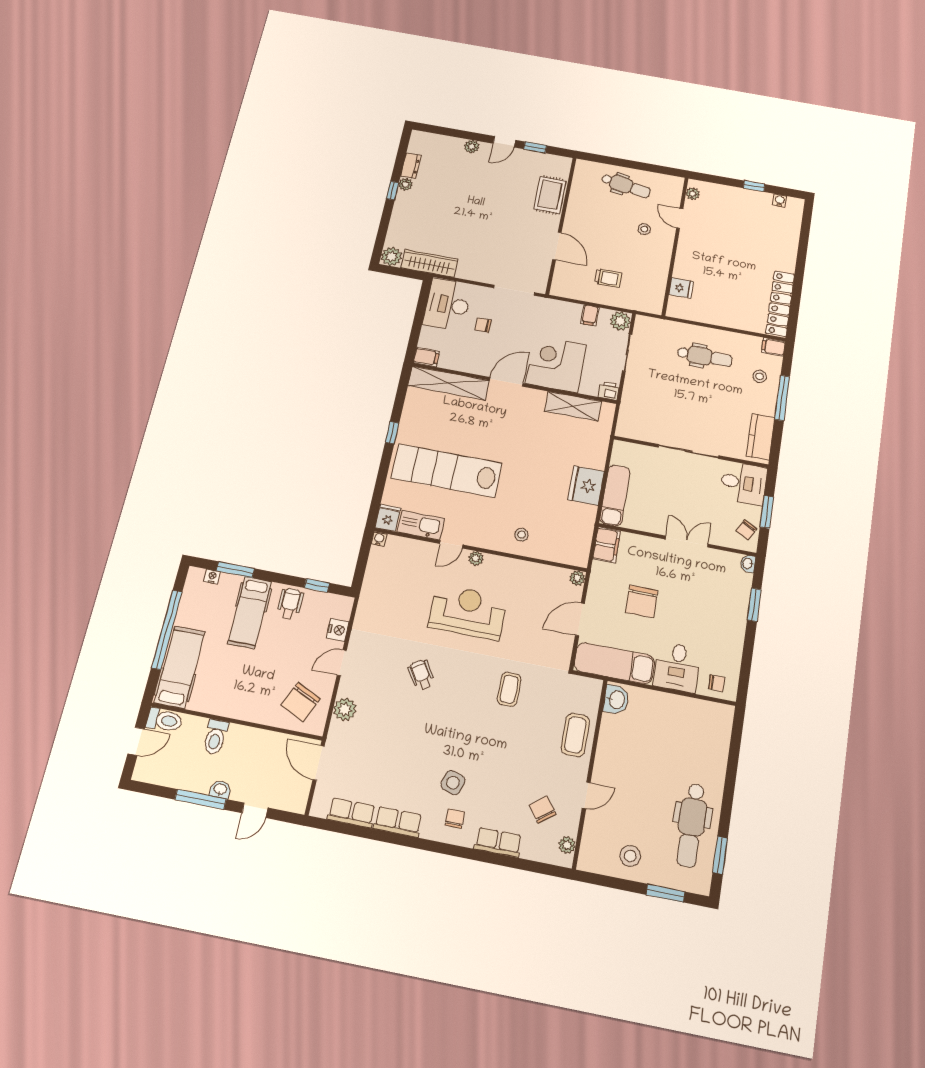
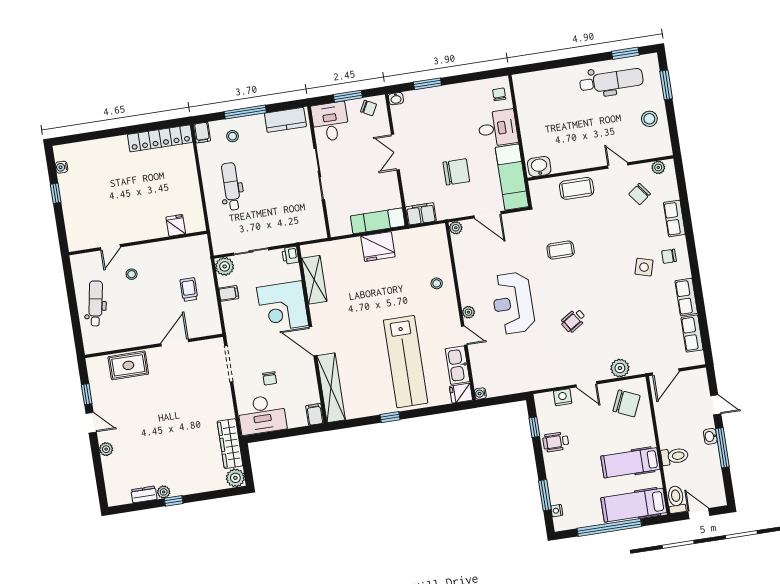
plant: (693, 194) -> (82, 244), removed
hospital bed: (250, 612) -> (630, 463), moved, turned 180

